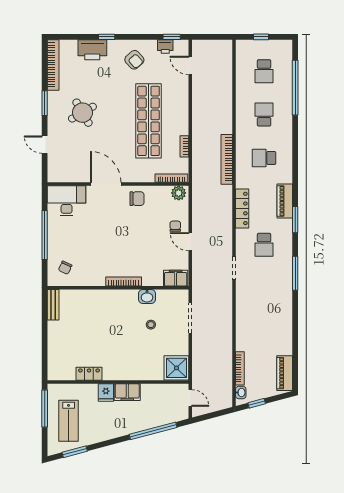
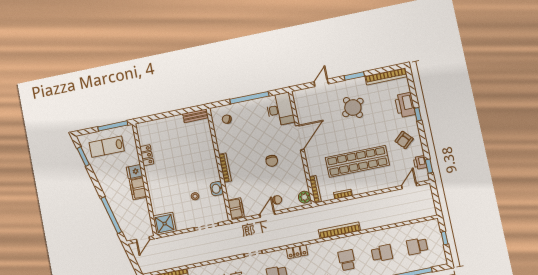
chair: (137, 199) -> (272, 161), moved
locker: (242, 208) -> (297, 252), width x0.66

